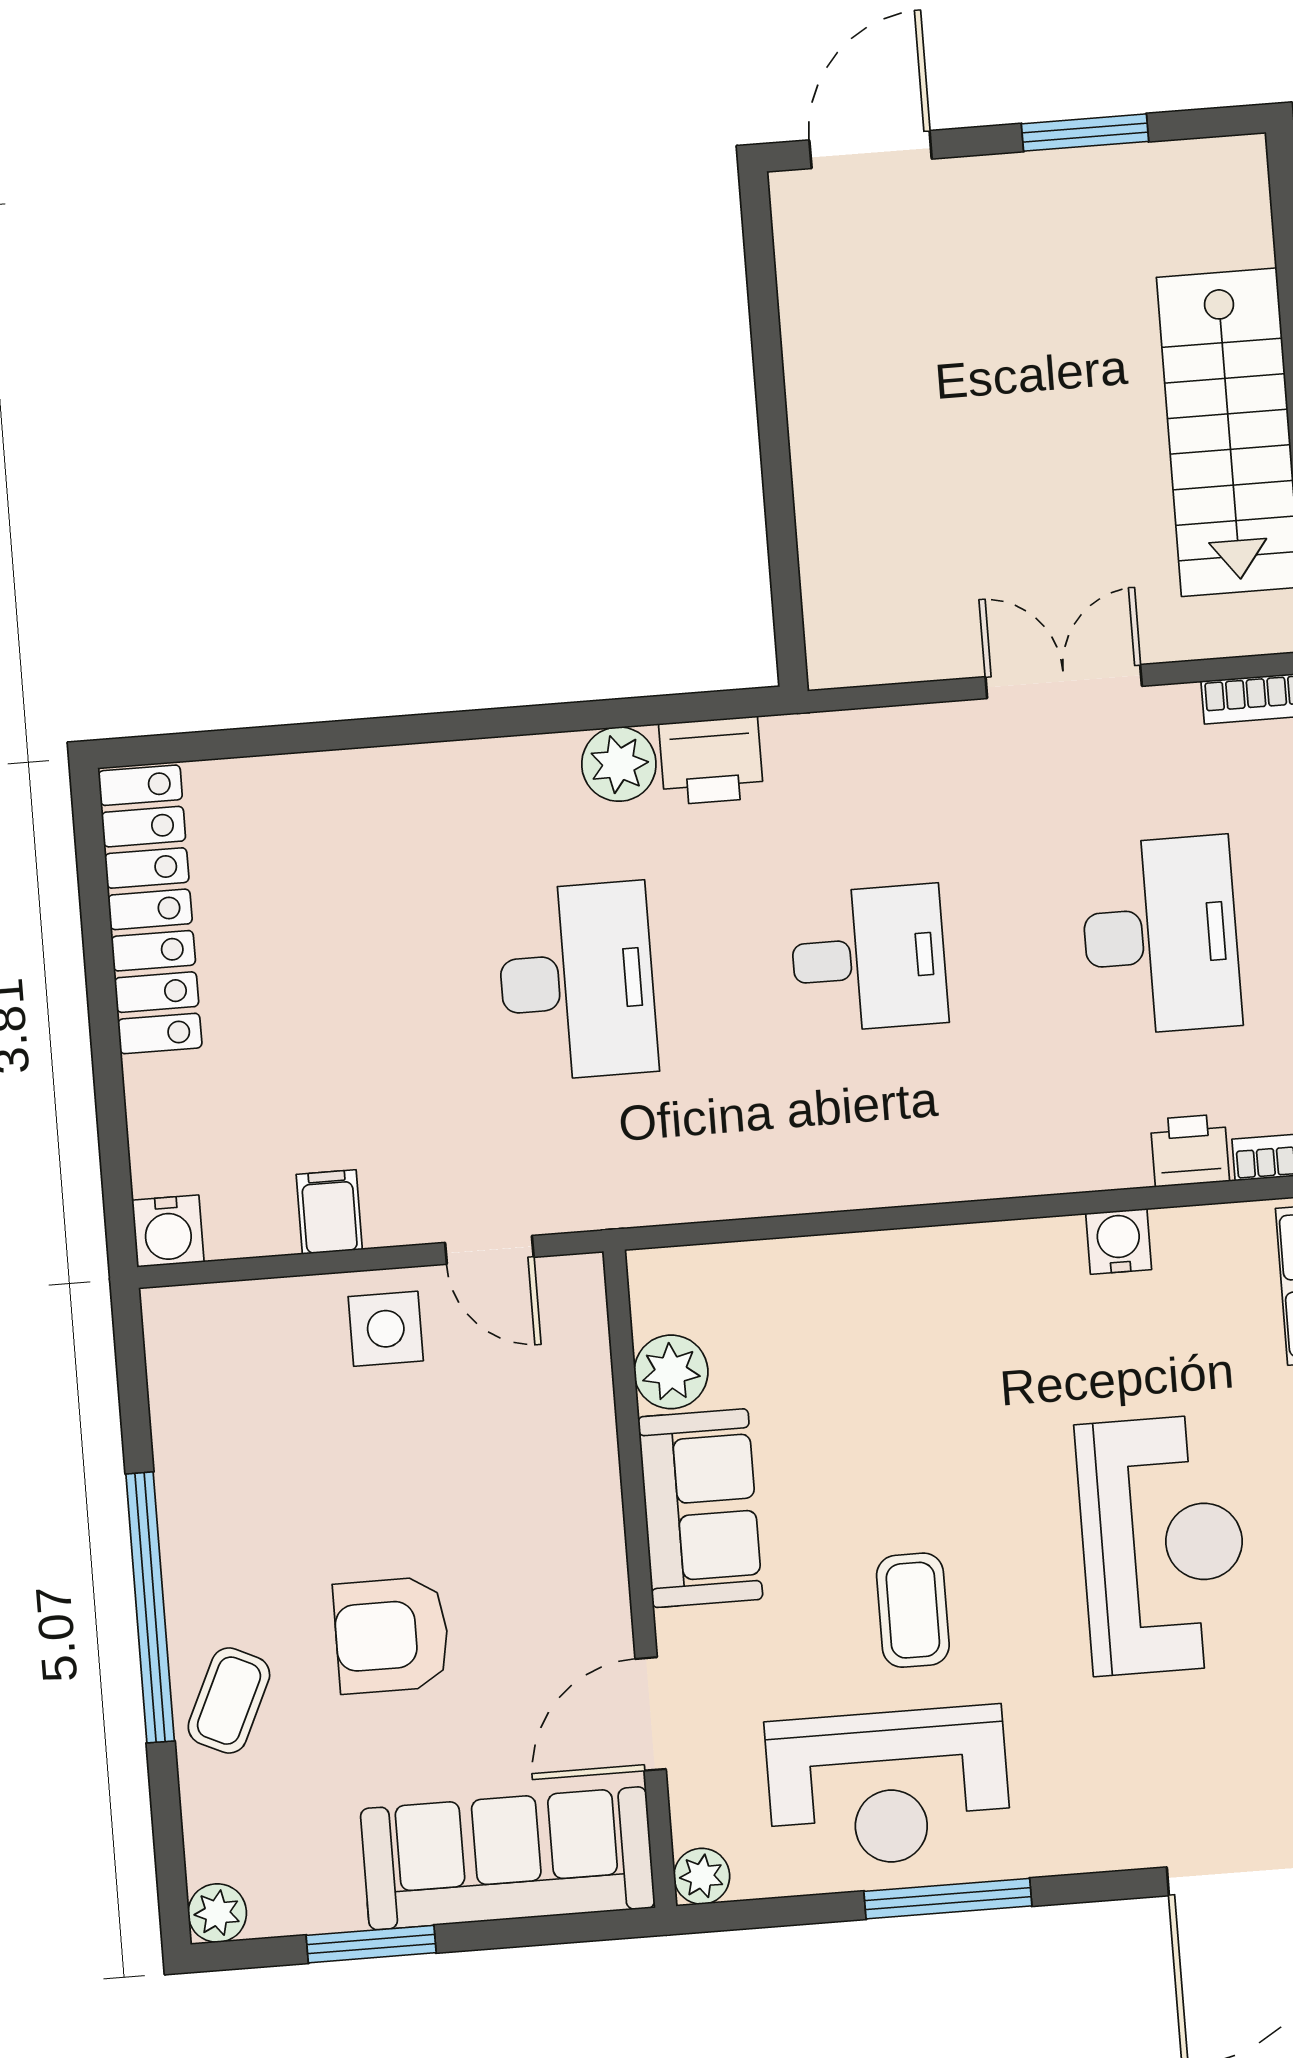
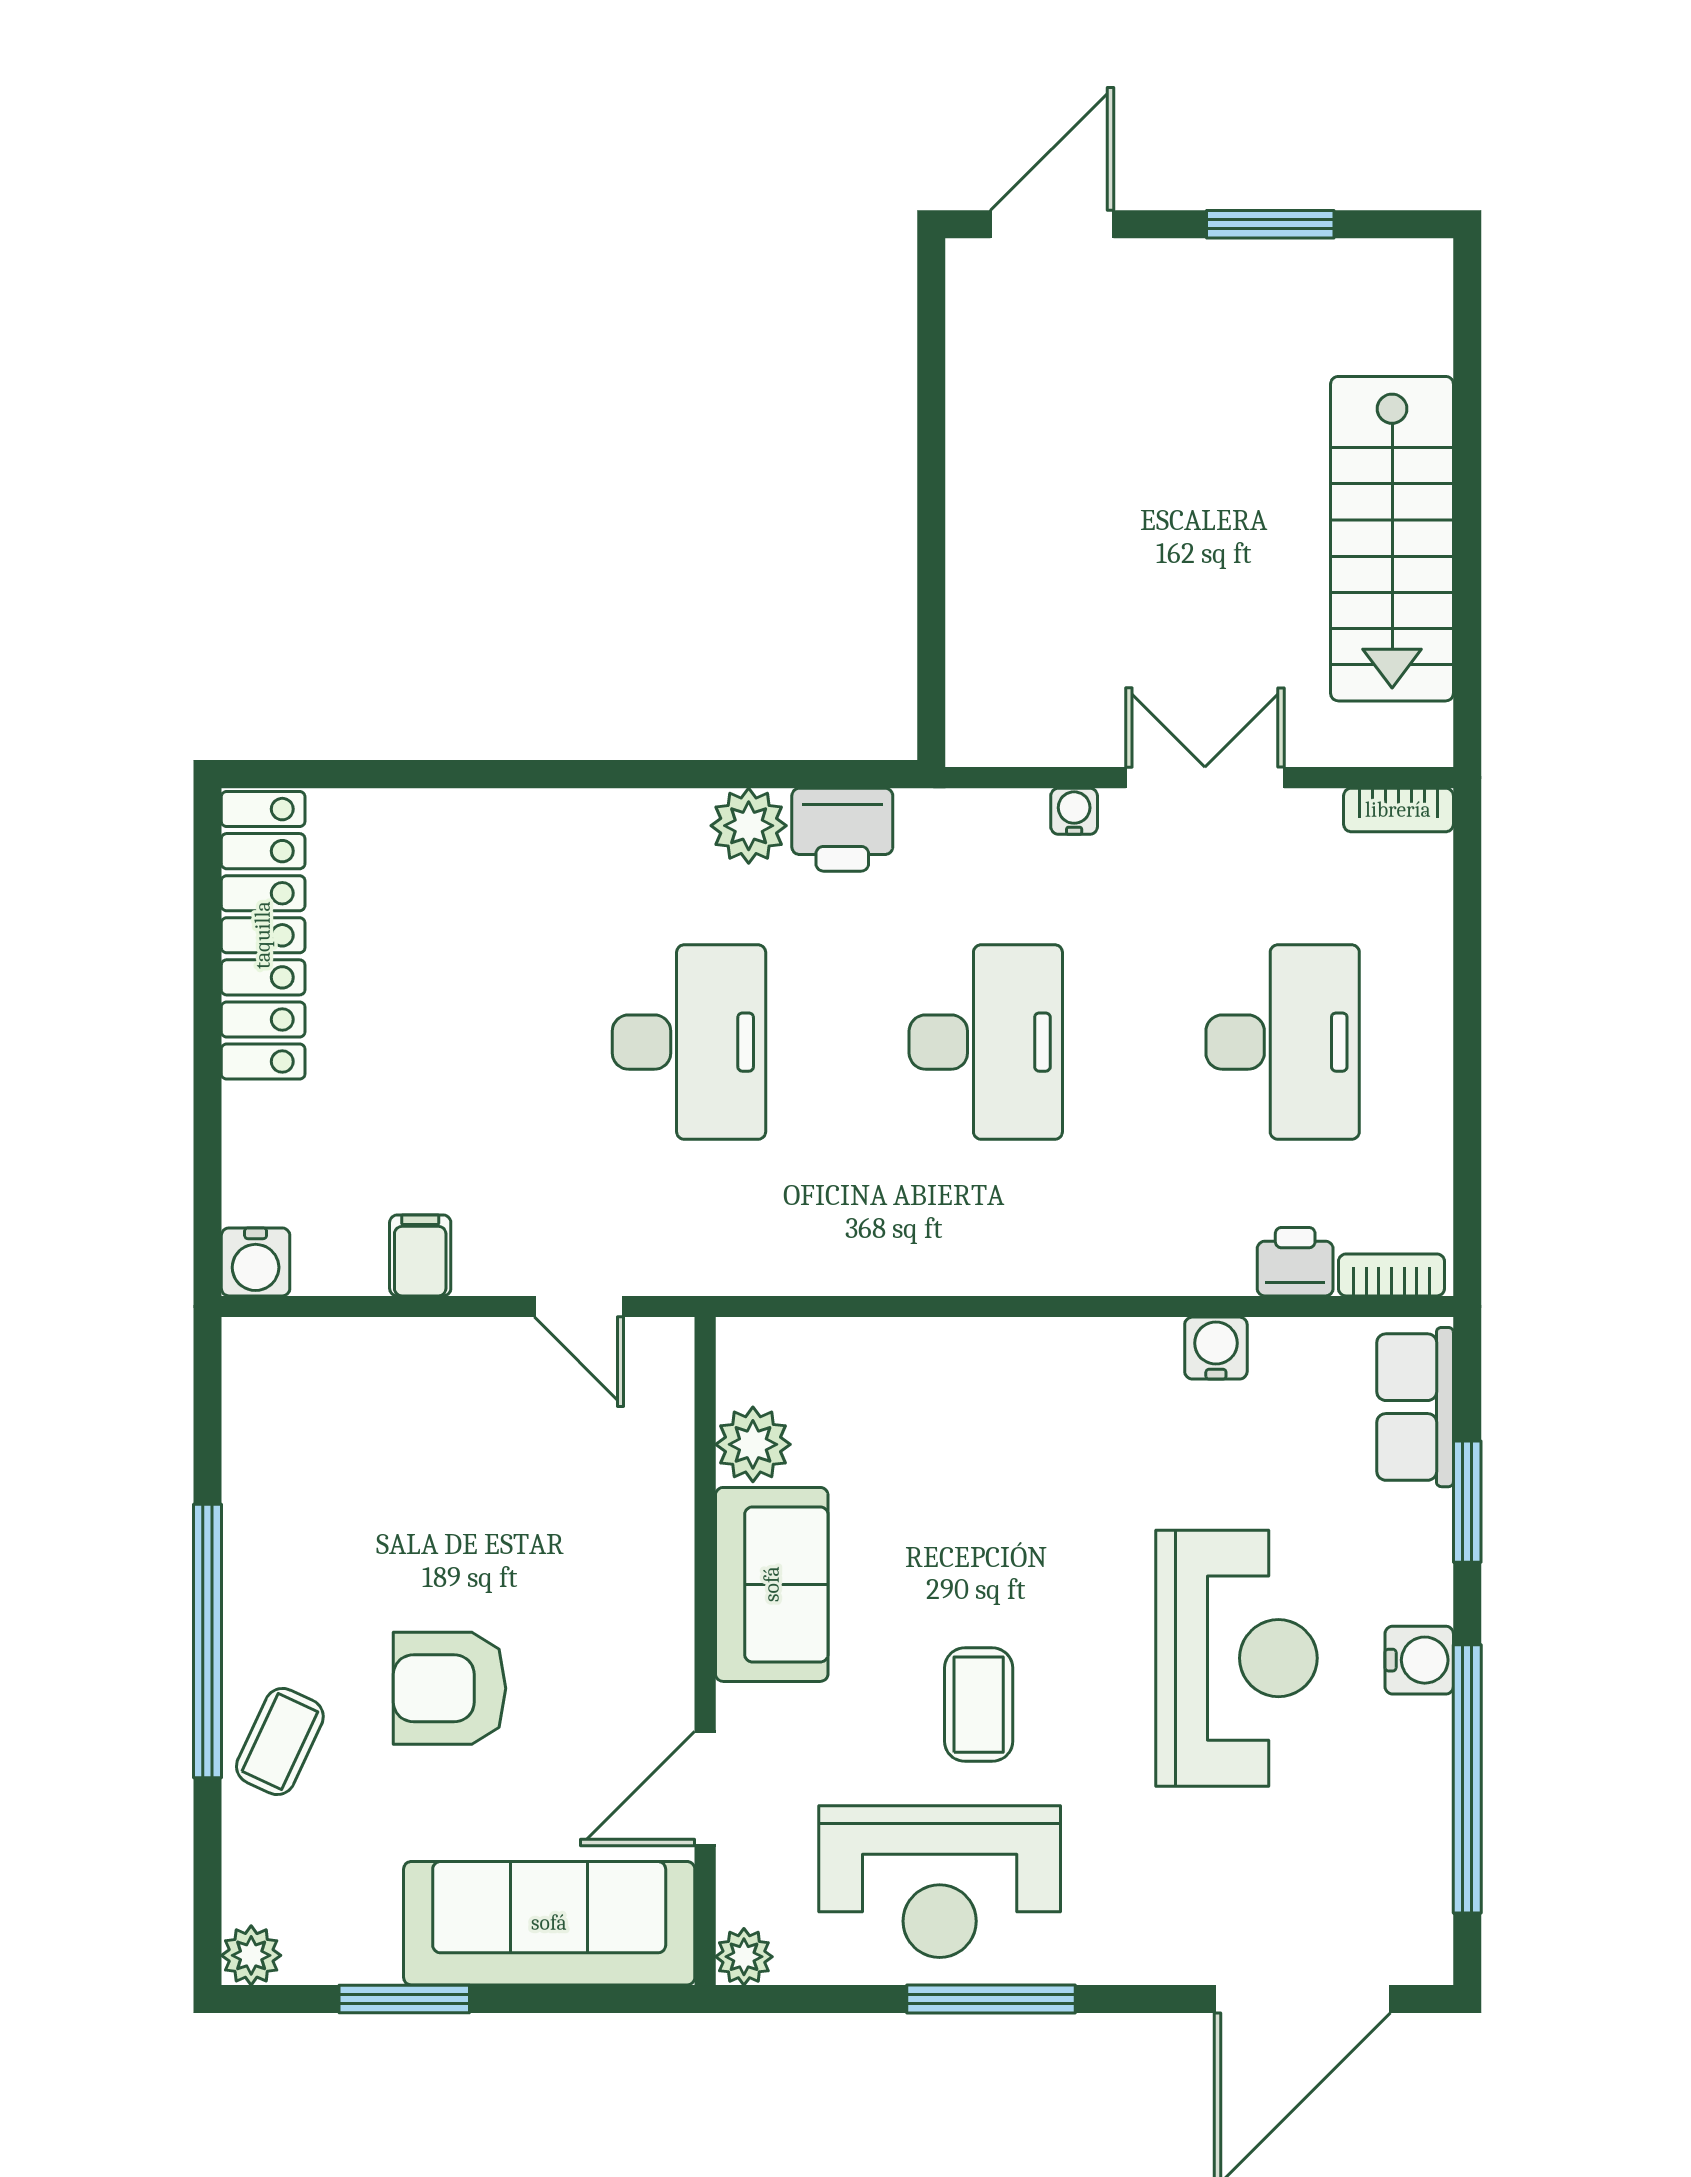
water cooler: (938, 725) -> (1074, 811), added
desk: (869, 958) -> (986, 1042), width x1.37
side table: (386, 1329) -> (468, 1378), removed

